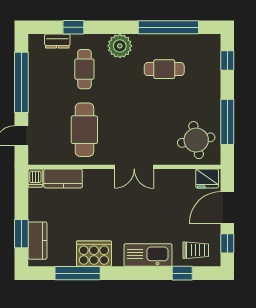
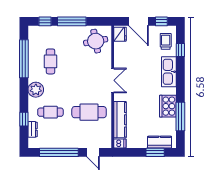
window: (227, 122) -> (72, 21), moved
kitchen counter: (63, 178) -> (120, 120), width x1.50

